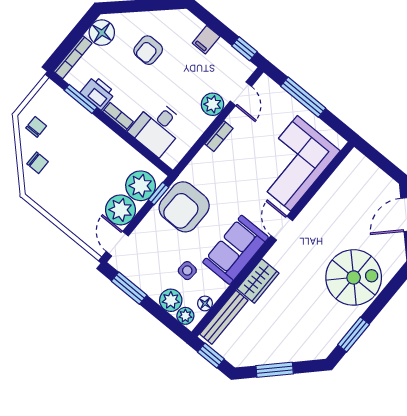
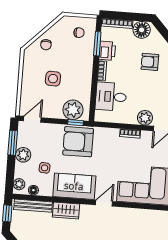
chair: (36, 127) -> (79, 33), moved
side table: (85, 183) -> (53, 79), added
plant: (121, 210) -> (52, 108), removed
plant: (171, 300) -> (23, 155), moved

